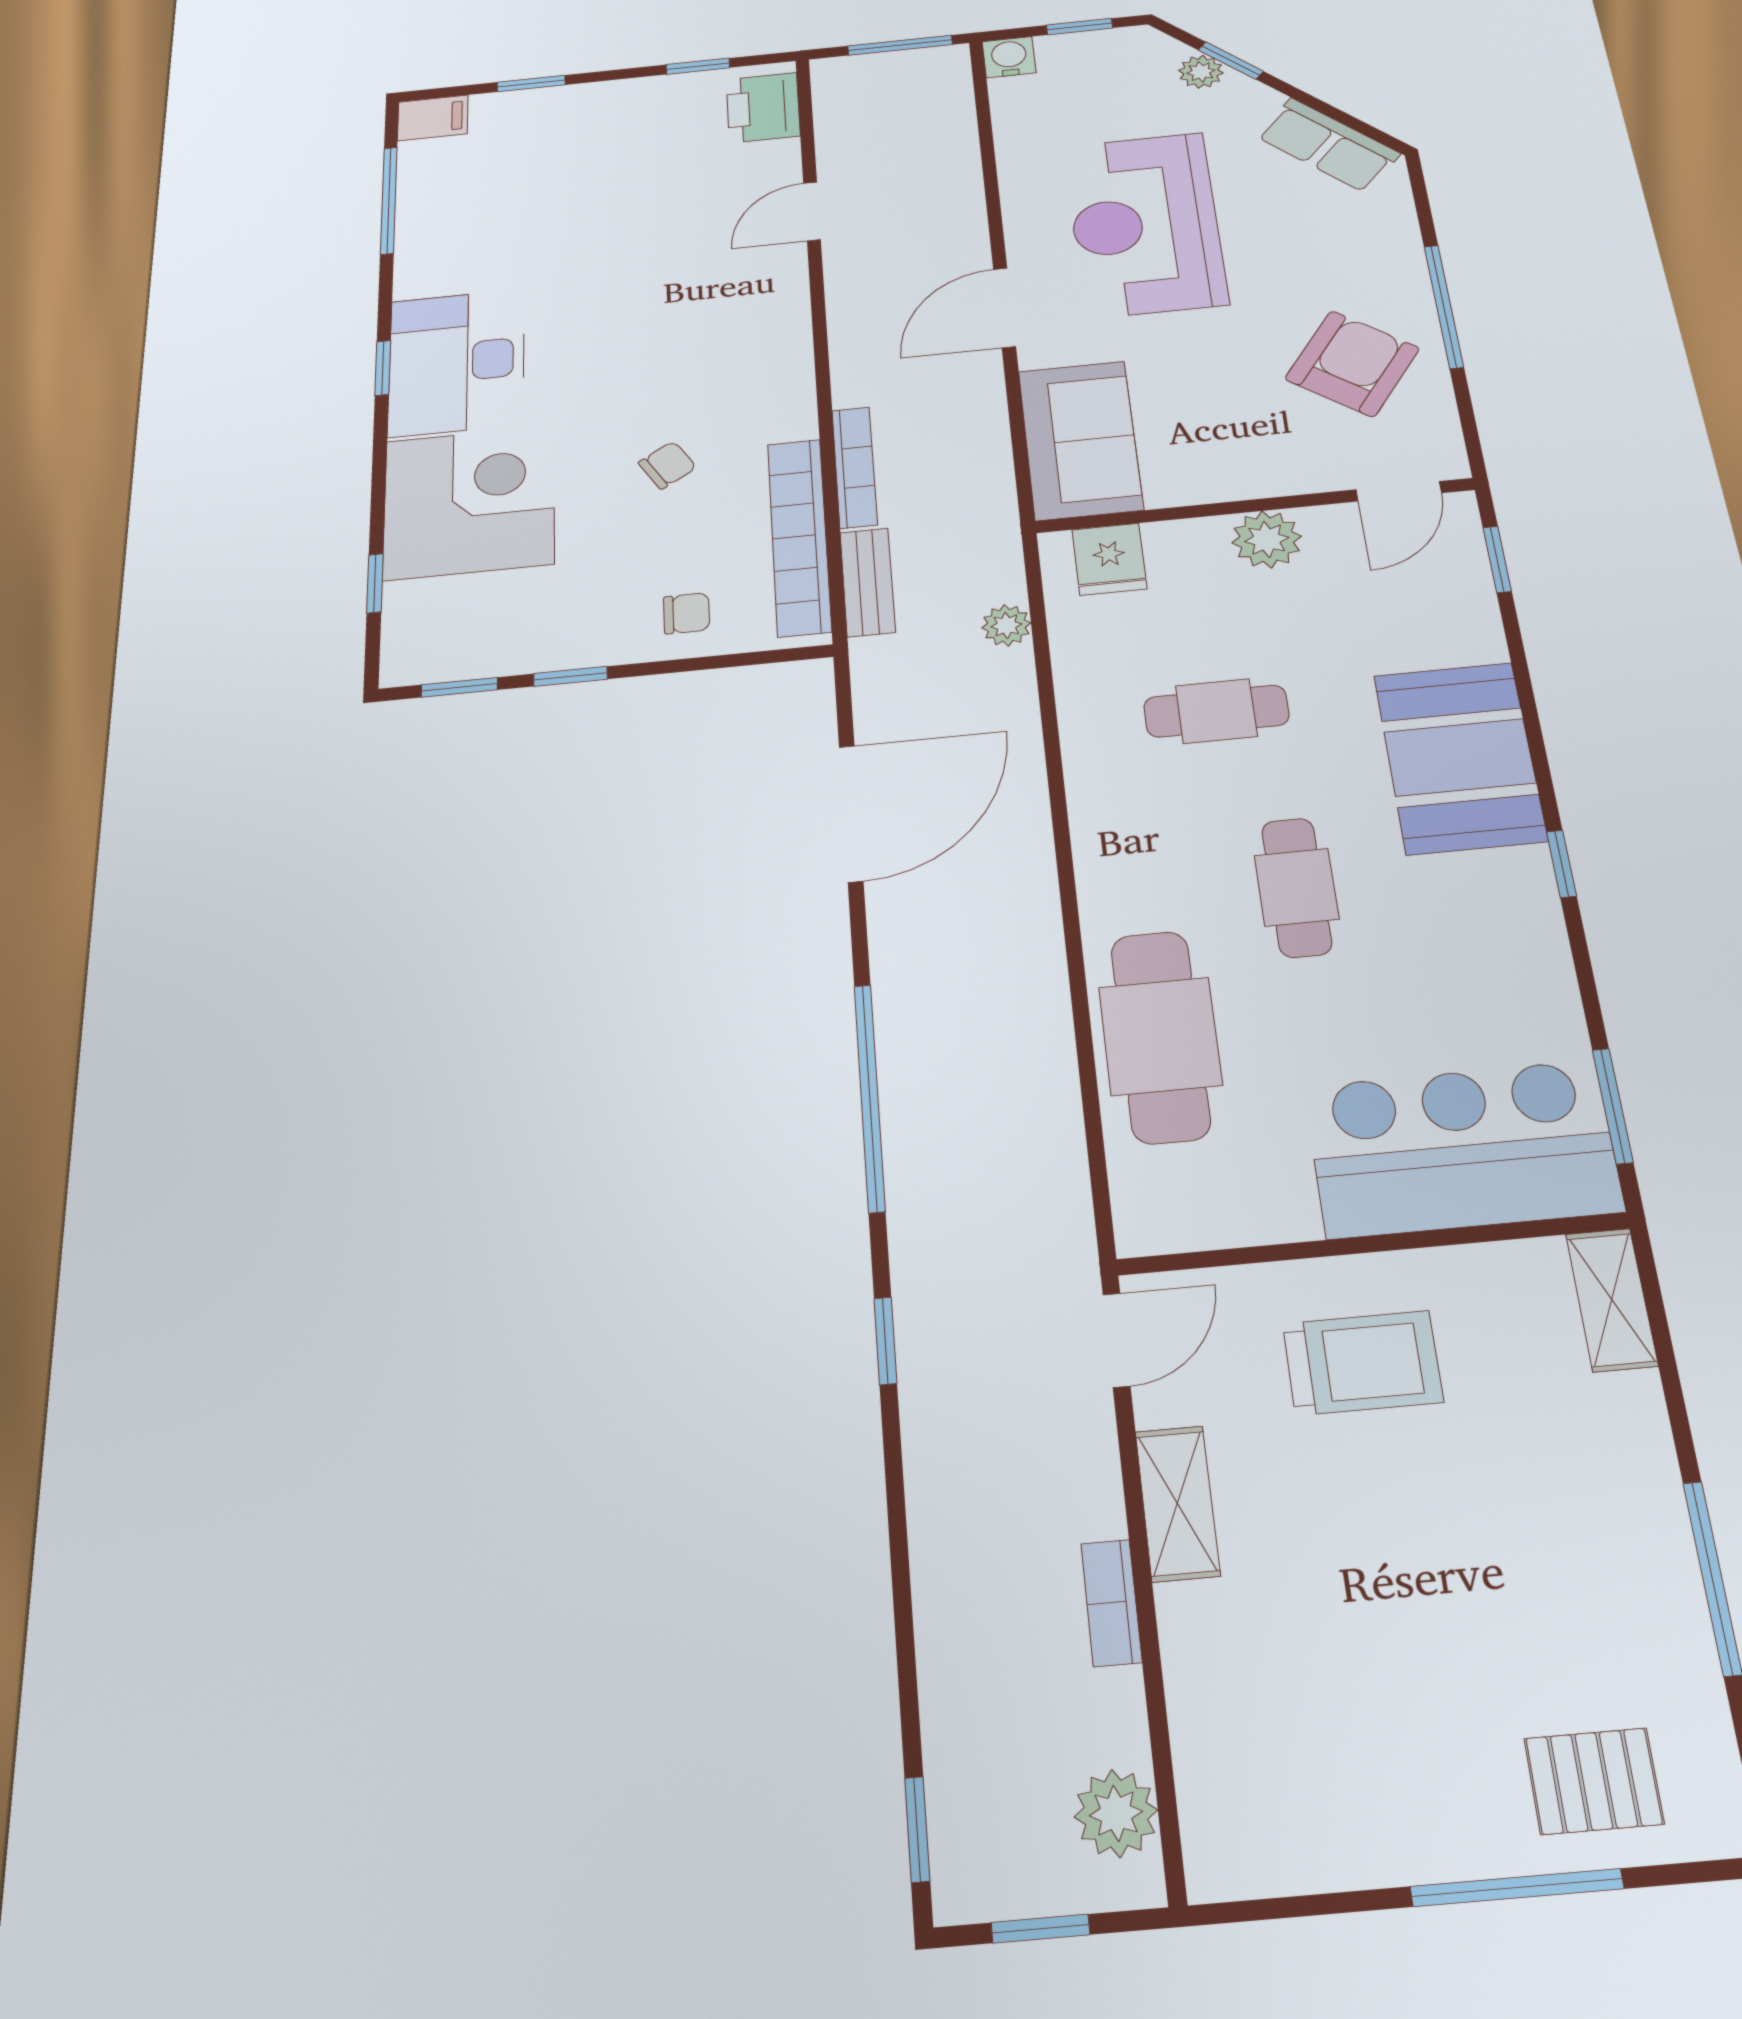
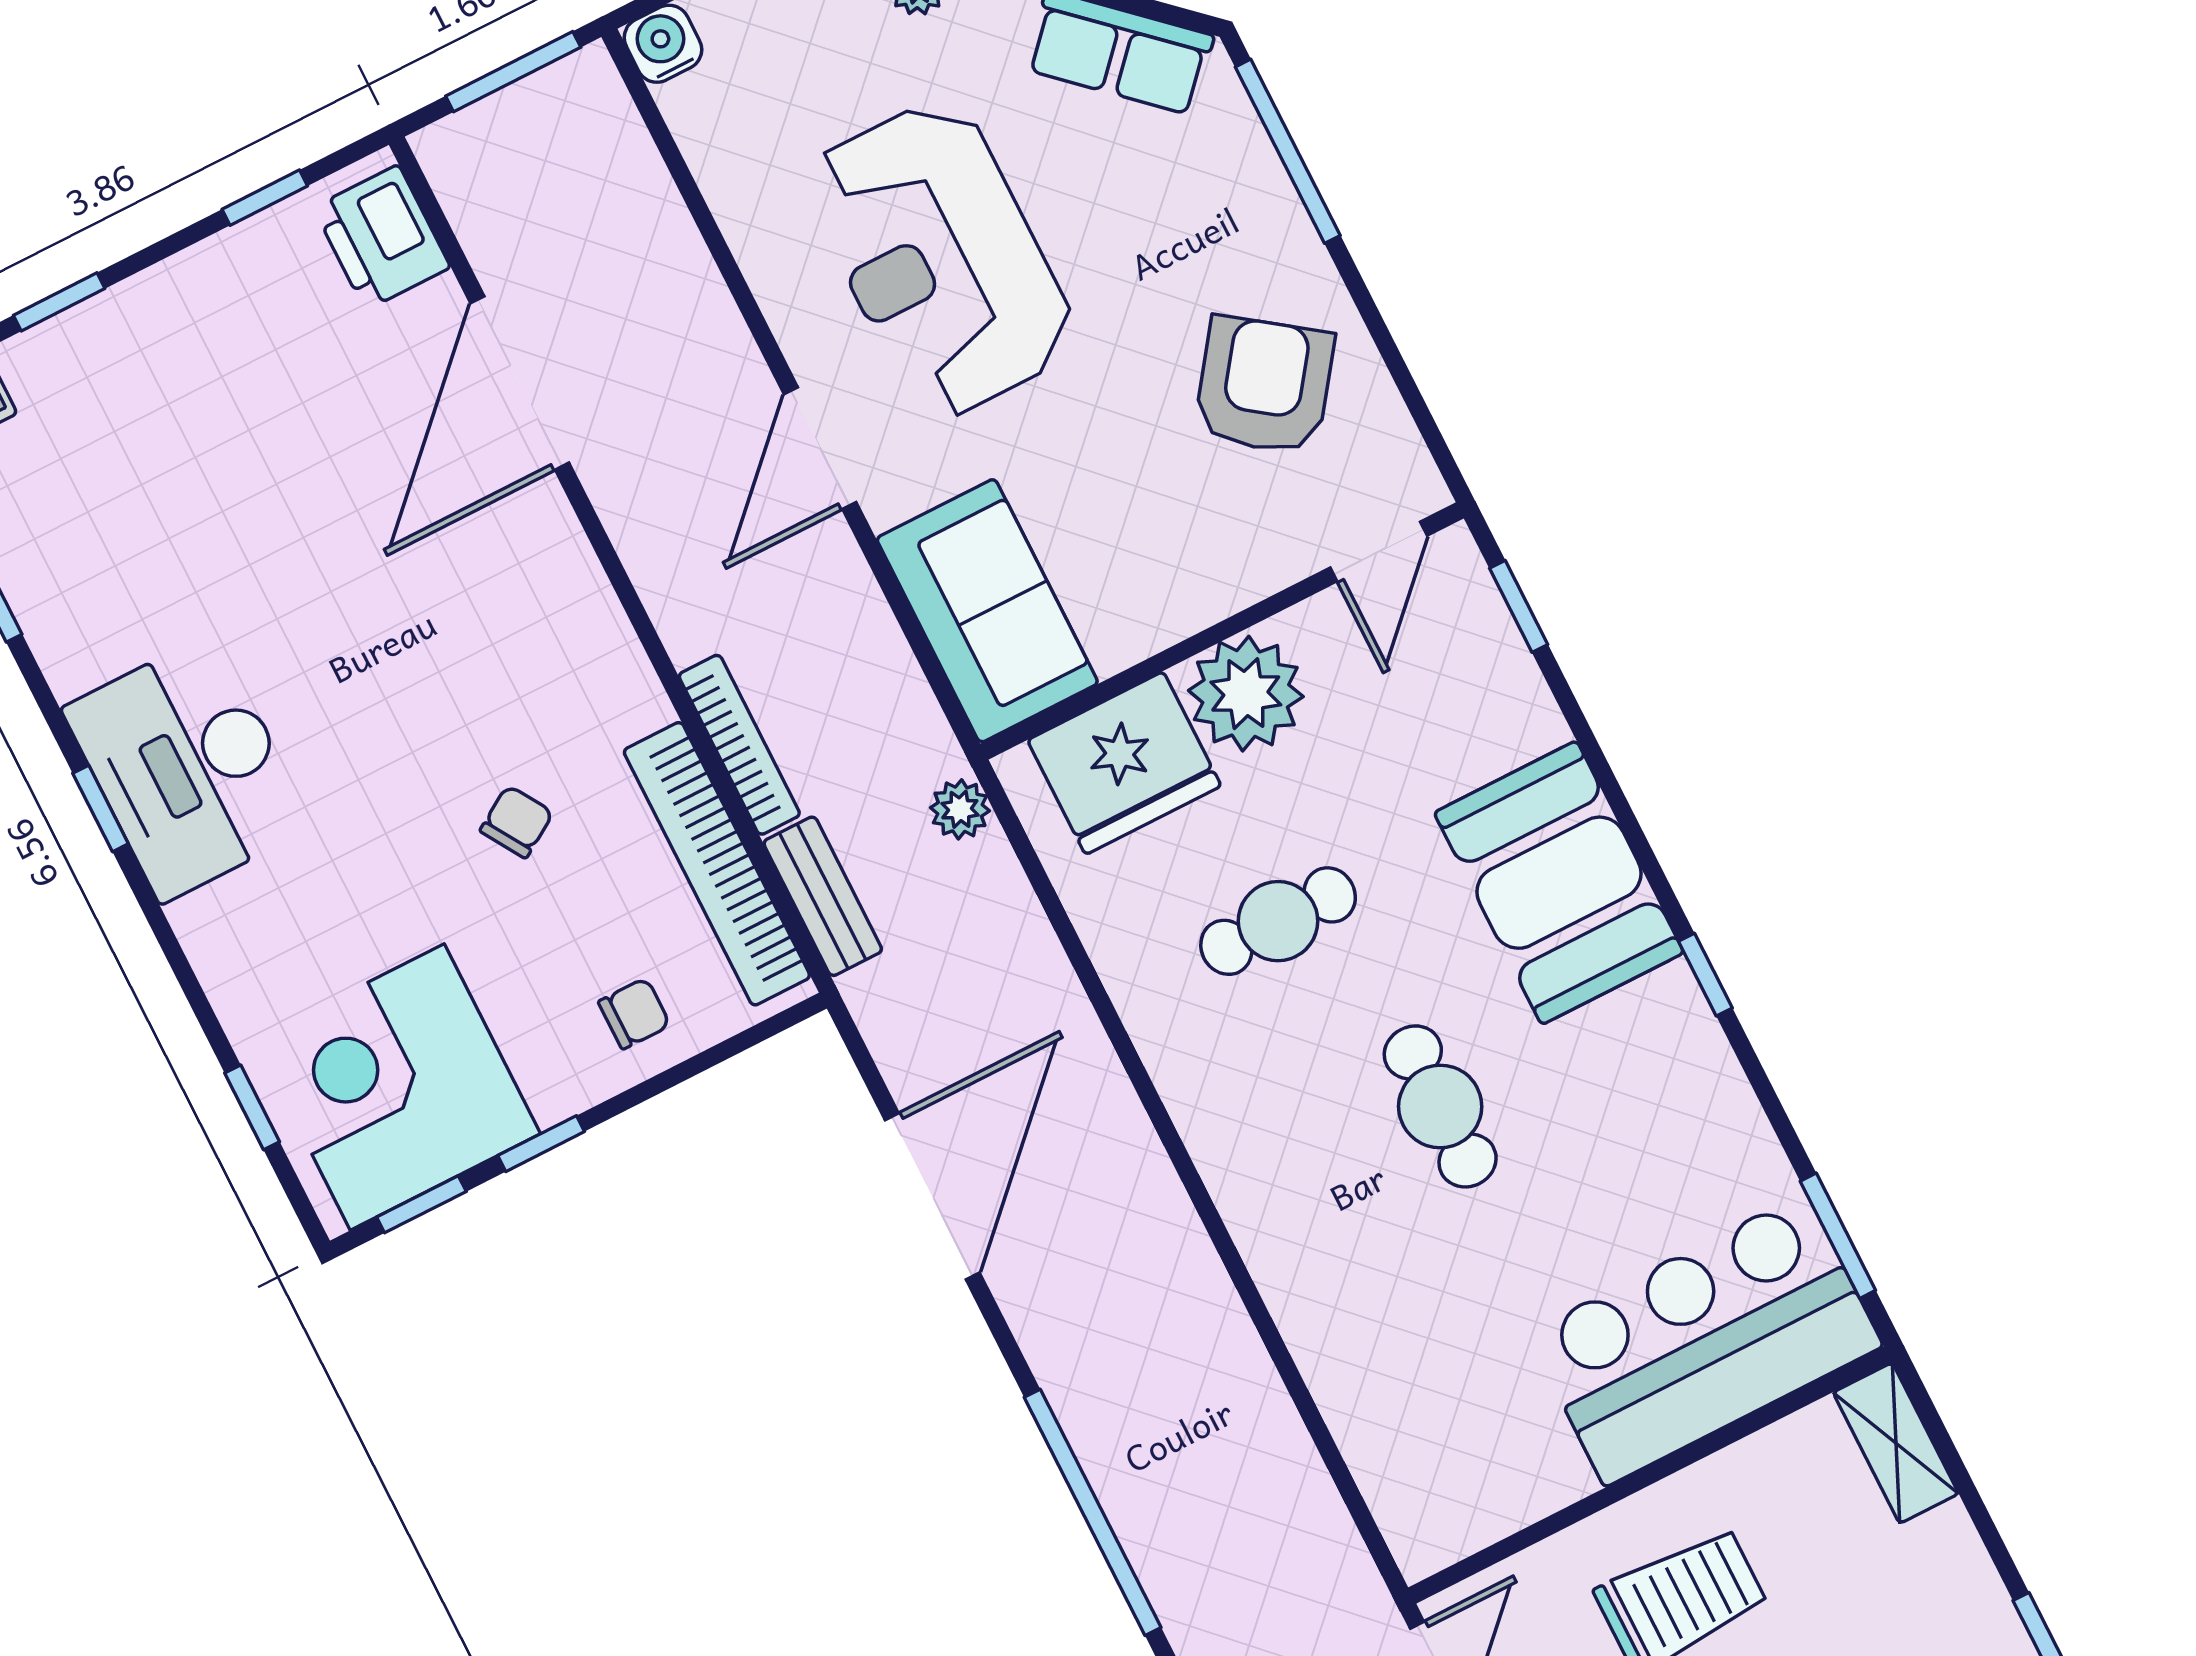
door: (812, 211) -> (520, 383), width x1.87
window: (1444, 306) -> (1288, 151), moved
corner desk: (469, 502) -> (397, 1087), moved, turned -90
plant: (1267, 539) -> (1246, 694), width x1.36, depth x1.36
fridge: (1109, 559) -> (1124, 763), width x1.88, depth x1.34
plant: (1006, 625) -> (960, 809), moved
cafe table: (1160, 1036) -> (1362, 1332), removed

